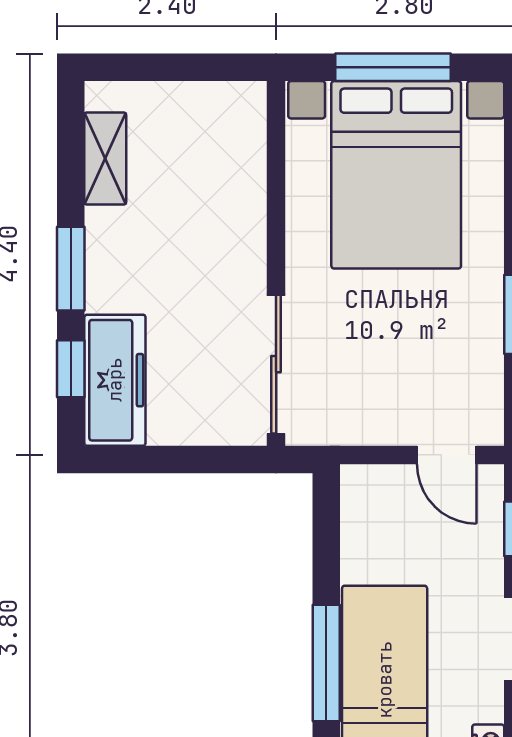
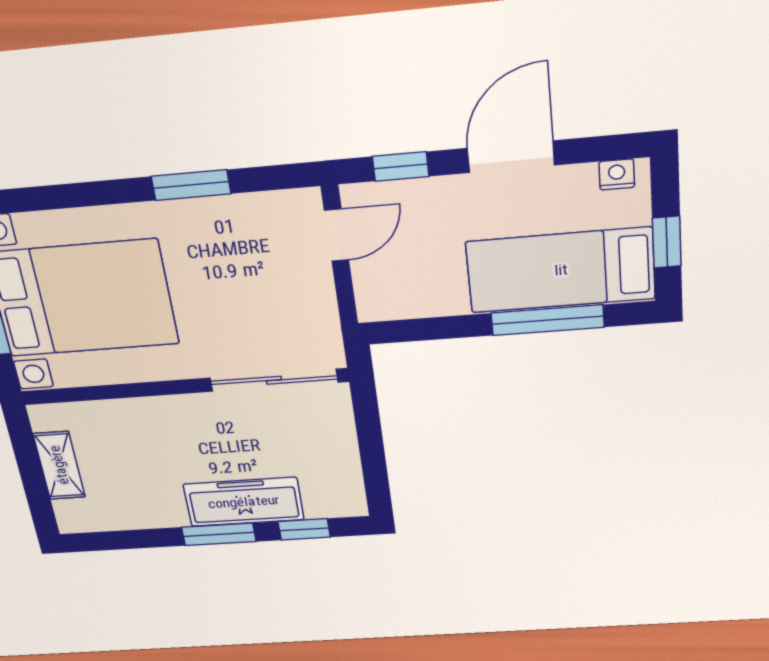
shelving: (105, 159) -> (59, 465), moved, turned 90
freezer: (115, 380) -> (244, 502), moved

